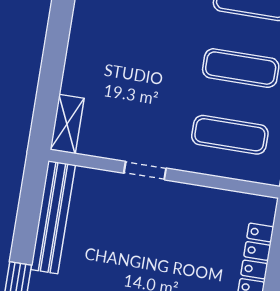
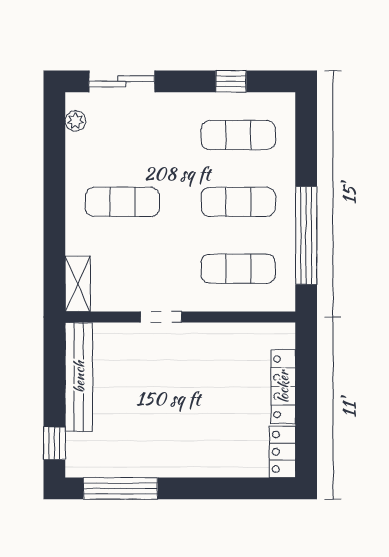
exercise mat: (125, 49) -> (122, 202), added

